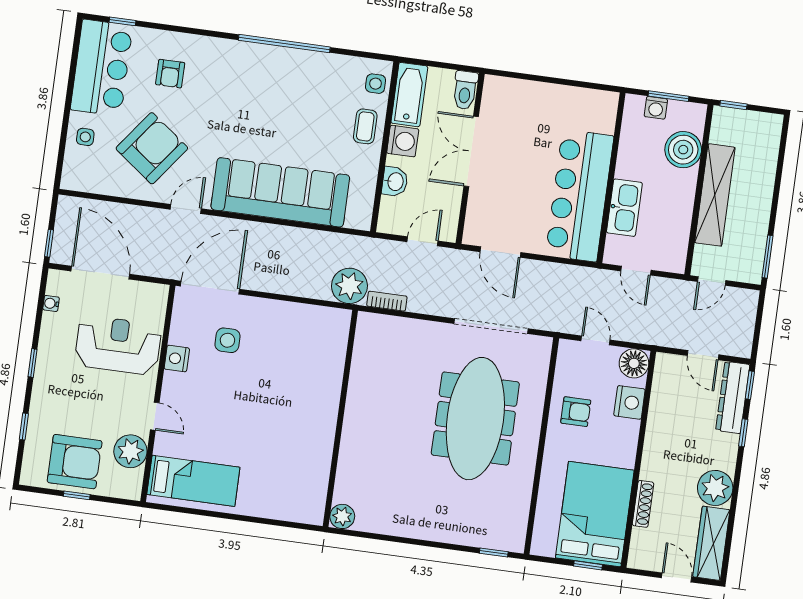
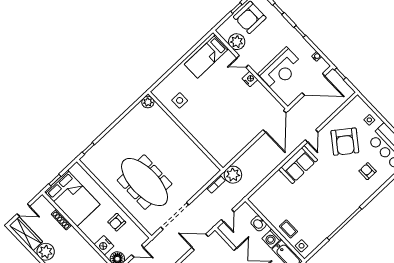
sofa: (280, 192) -> (298, 165), width x0.54, depth x0.79
side table: (227, 340) -> (180, 100), moved
nightstand: (177, 359) -> (250, 79), moved

